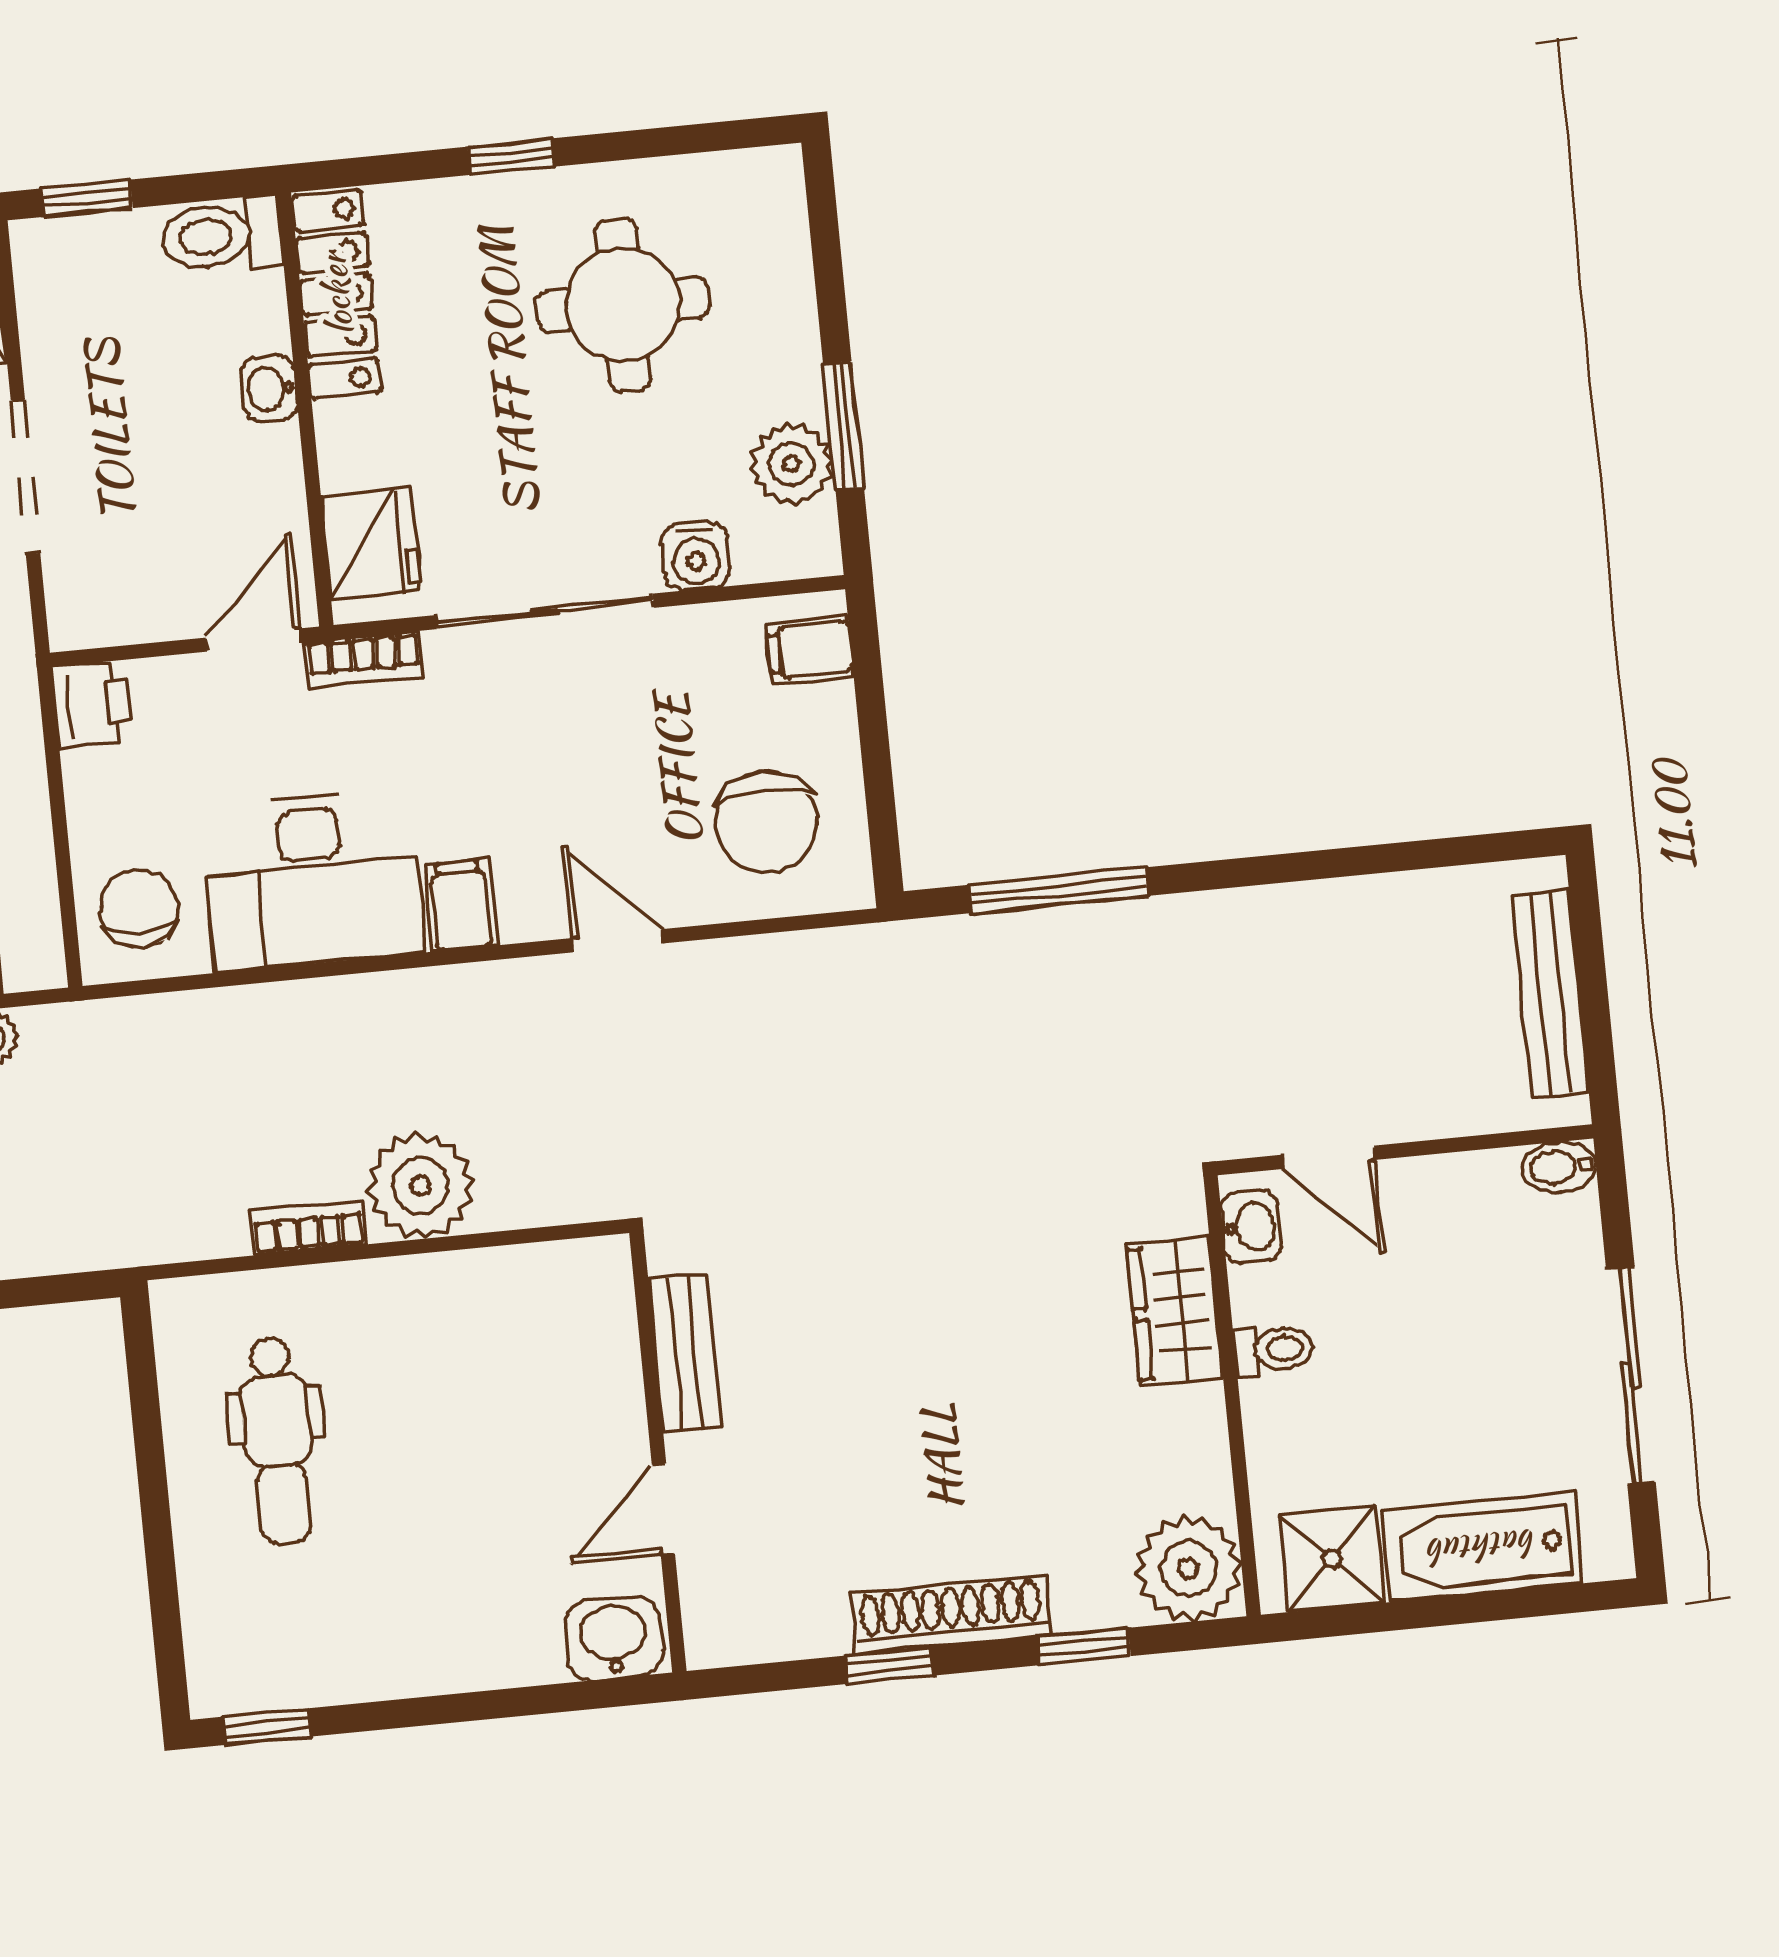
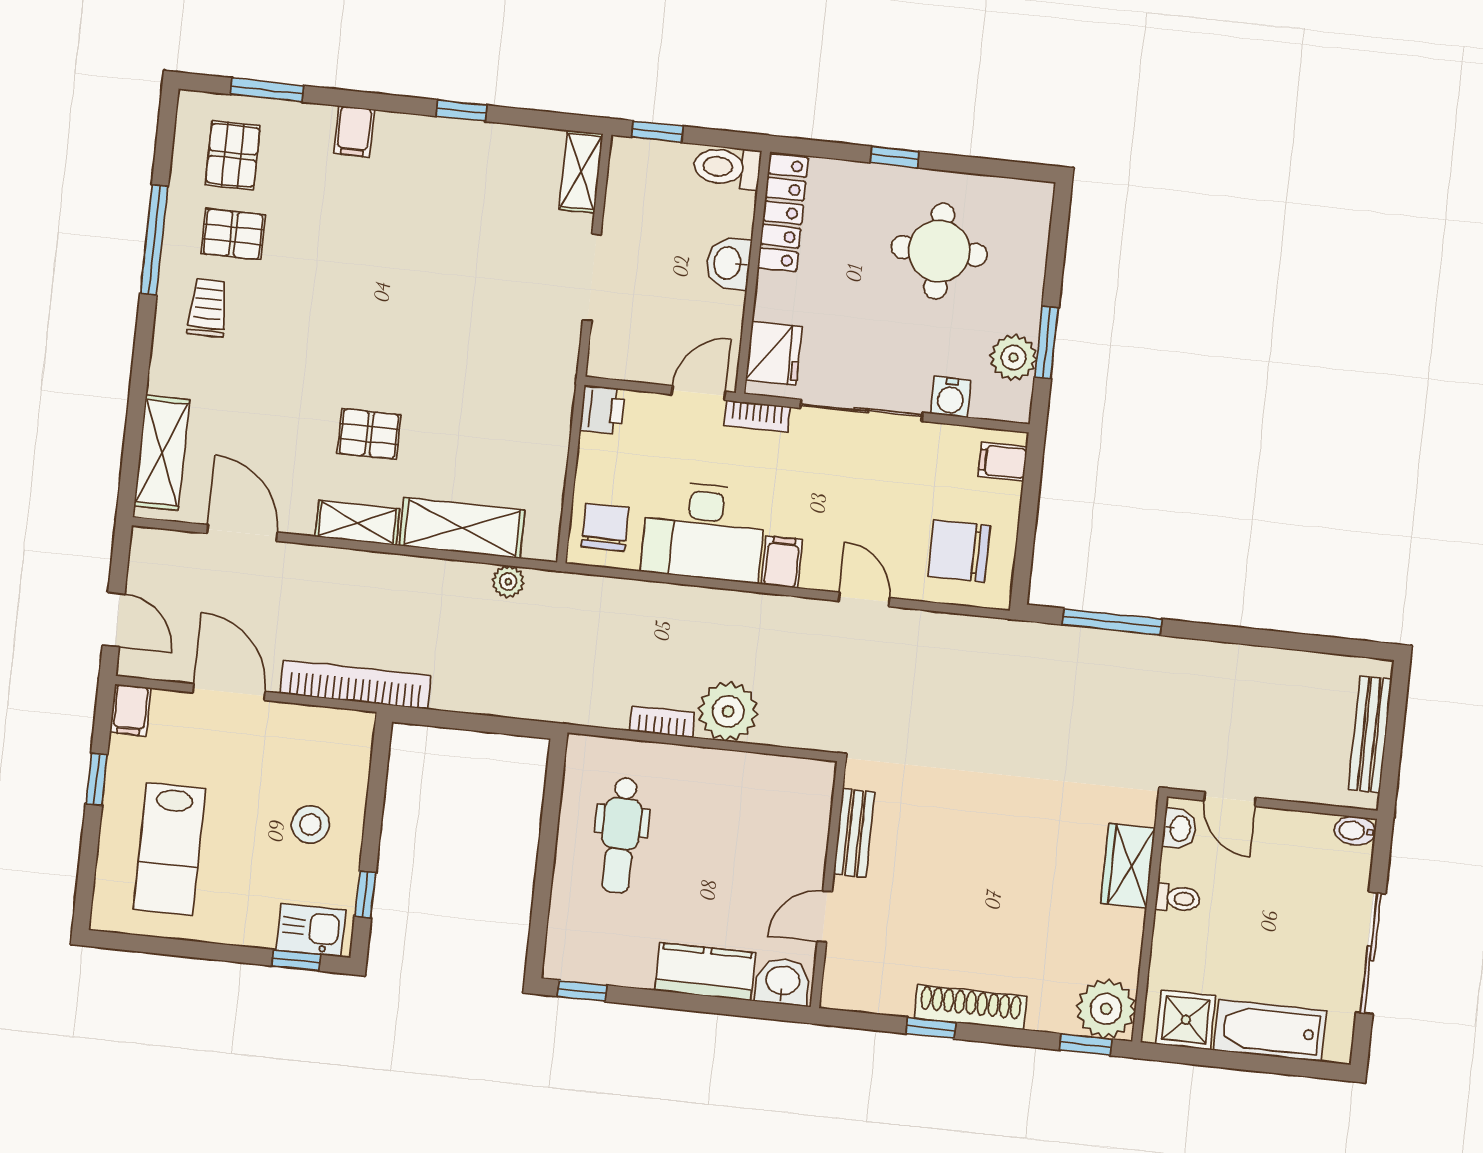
washbasin: (269, 389) -> (728, 263), width x1.38, depth x1.45
chair: (766, 822) -> (959, 551), turned 90
window: (1084, 1647) -> (1086, 1045), moved
kitchen counter: (475, 1649) -> (705, 972), added

